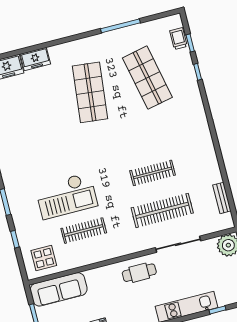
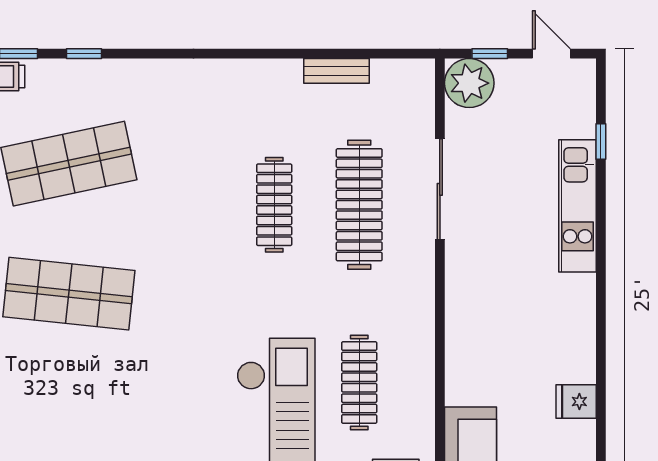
bench: (222, 198) -> (337, 71), moved
cafe table: (139, 273) -> (479, 287), removed

